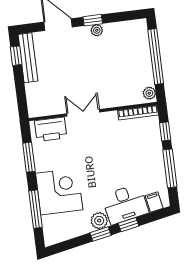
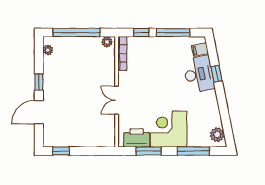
plant: (97, 30) -> (48, 50), moved
bench: (28, 58) -> (64, 141), removed
printer: (51, 129) -> (137, 138), moved, turned -90
corner desk: (59, 191) -> (169, 129), moved
plant: (99, 221) -> (217, 135), moved
window: (101, 234) -> (221, 99), removed

